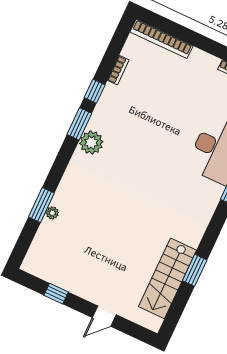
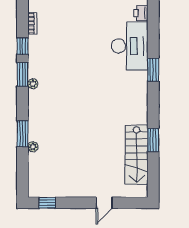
plant: (91, 143) -> (33, 84), width x0.53, depth x0.53
window: (41, 205) -> (22, 134), moved
window: (56, 294) -> (47, 203), moved

